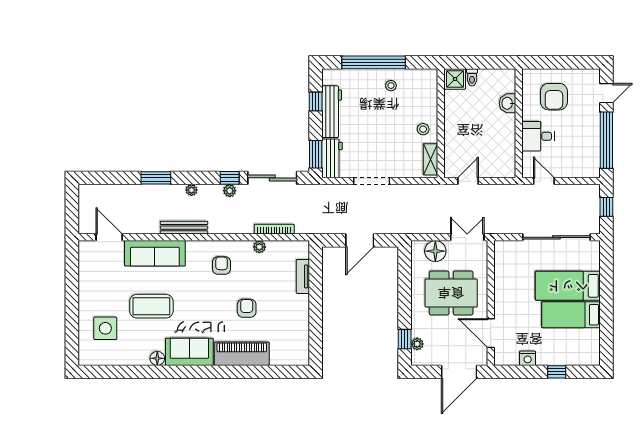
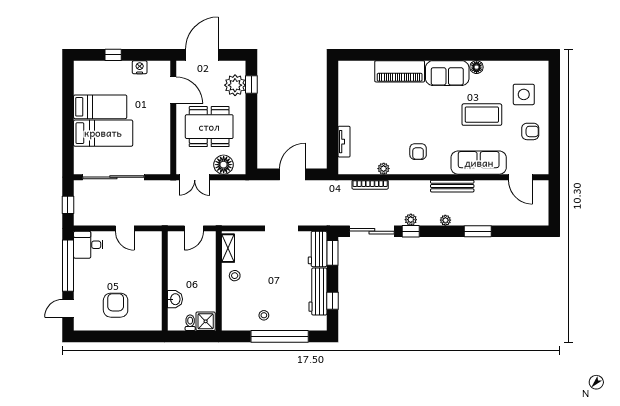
washbasin: (508, 103) -> (175, 299), moved
wall: (519, 123) -> (165, 281), moved
desk: (538, 136) -> (88, 245), moved, turned 180
armchair: (247, 308) -> (530, 131), moved, turned -90
plant: (417, 344) -> (235, 85), width x1.88, depth x1.88

